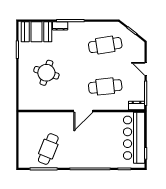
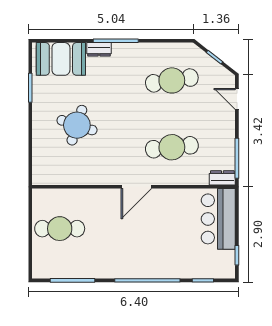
door: (146, 69) -> (237, 99), moved
bar counter: (134, 138) -> (218, 219), width x0.73
cafe table: (48, 149) -> (60, 229), moved, turned 68

